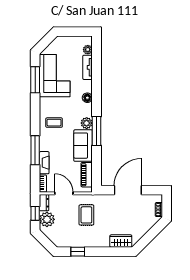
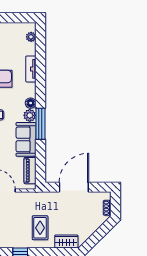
tv unit: (88, 67) -> (31, 69), moved
floor lamp: (87, 98) -> (31, 103), moved
rug: (86, 215) -> (40, 228), moved

